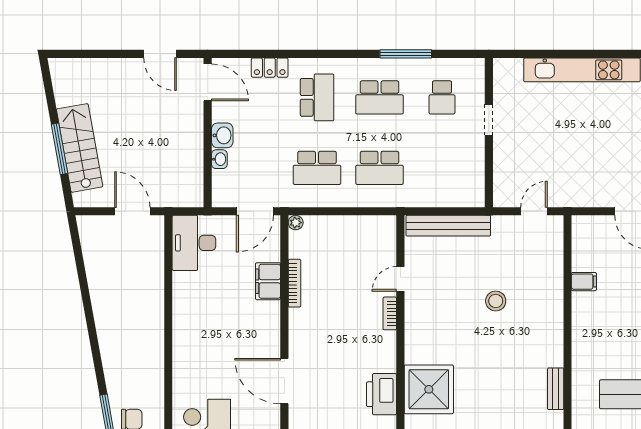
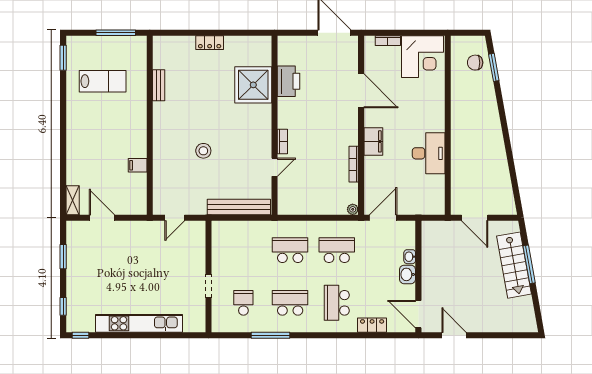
desk: (194, 243) -> (429, 153), moved
filing cabinet: (268, 281) -> (373, 141), moved

